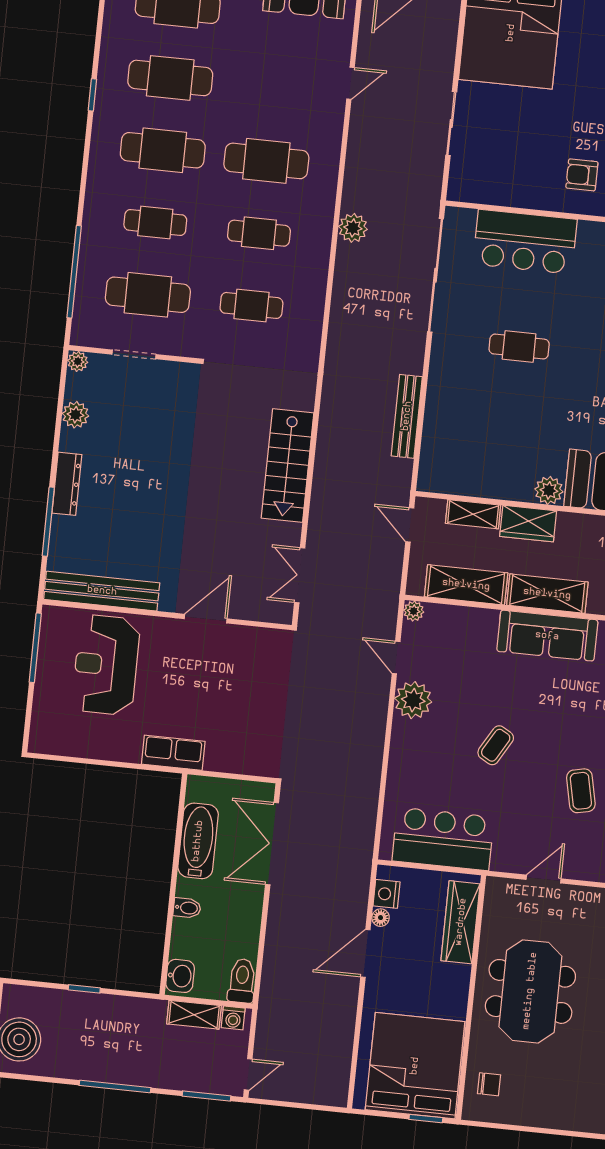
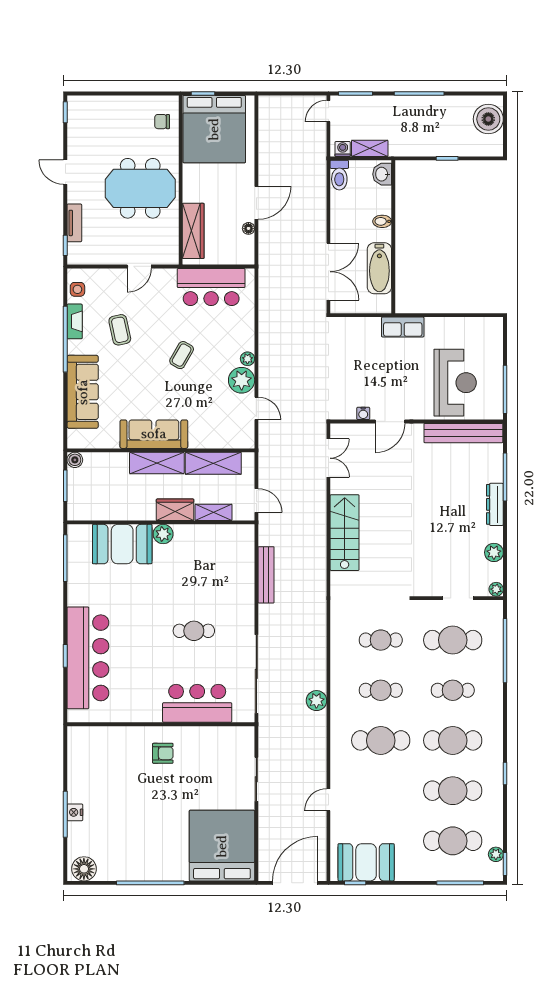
plant: (414, 611) -> (247, 359), moved
water cooler: (243, 634) -> (363, 413), added
nightstand: (387, 894) -> (246, 245), removed
meeting table: (530, 991) -> (140, 188), turned 90

